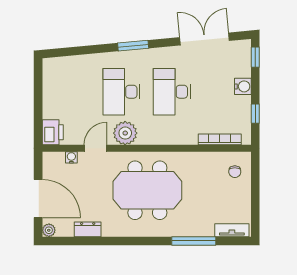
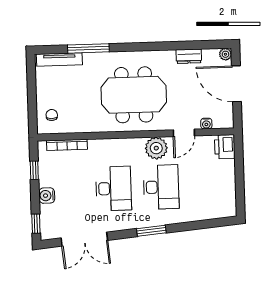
tv unit: (232, 230) -> (59, 59), width x1.41

